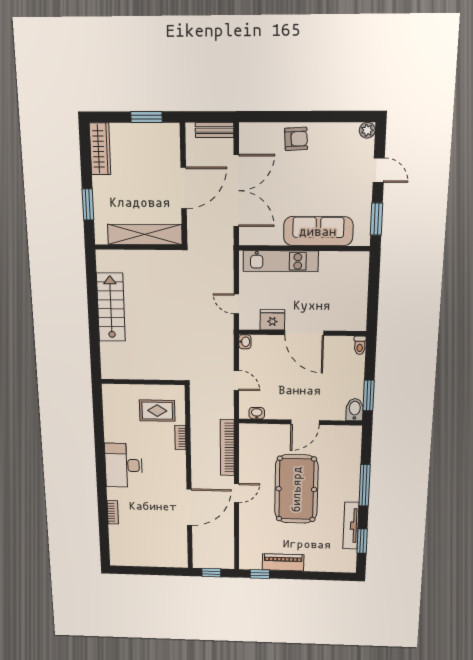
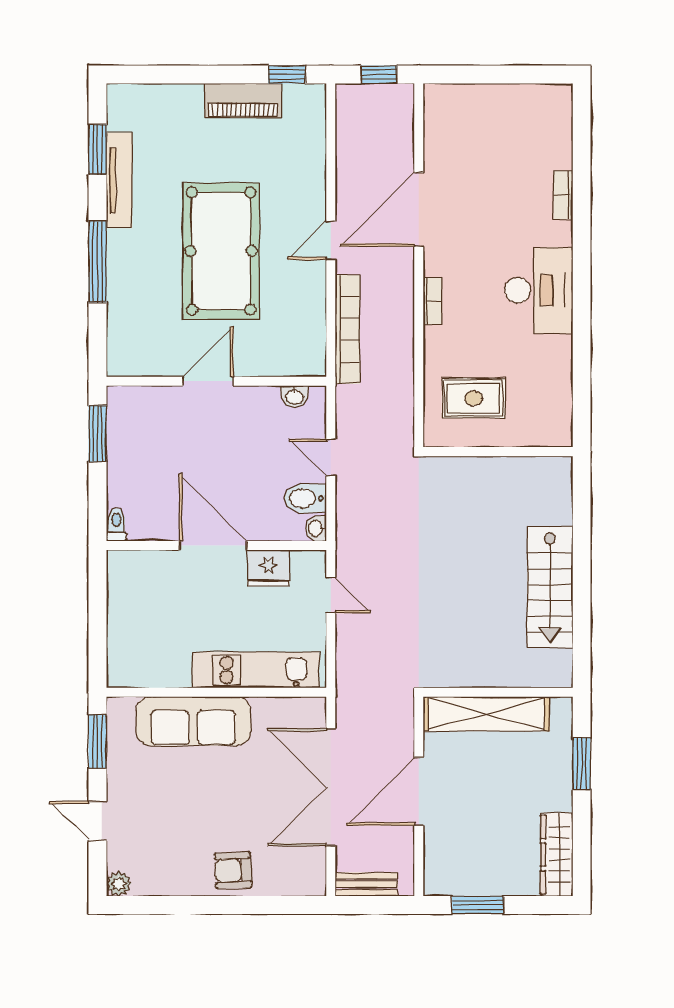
bidet: (355, 410) -> (305, 498), moved, turned 90
bookcase: (180, 438) -> (433, 301), moved

